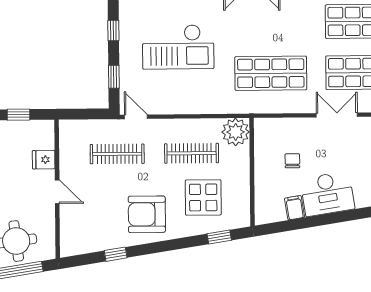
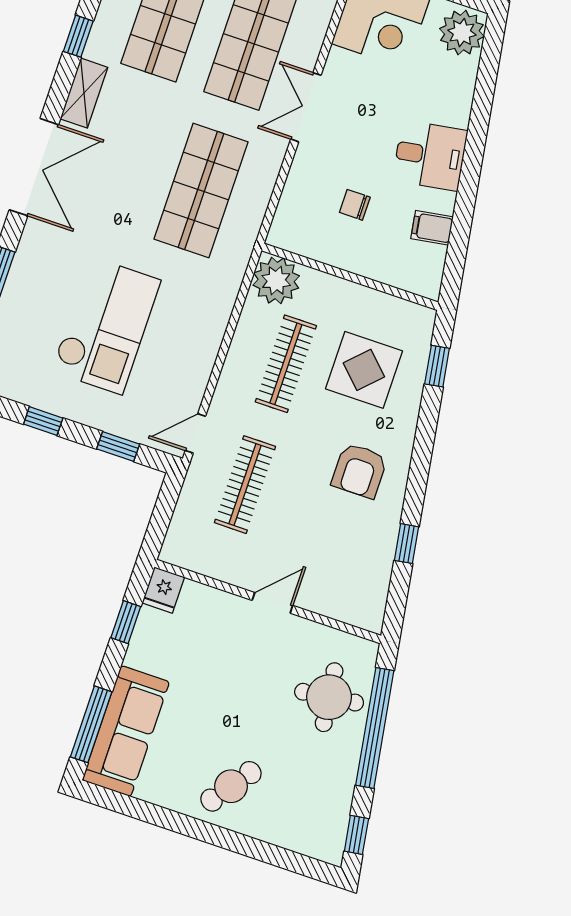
fridge: (44, 160) -> (163, 590), moved
desk: (327, 194) -> (430, 155), width x0.73
armchair: (147, 214) -> (359, 471), width x0.73, depth x0.73

